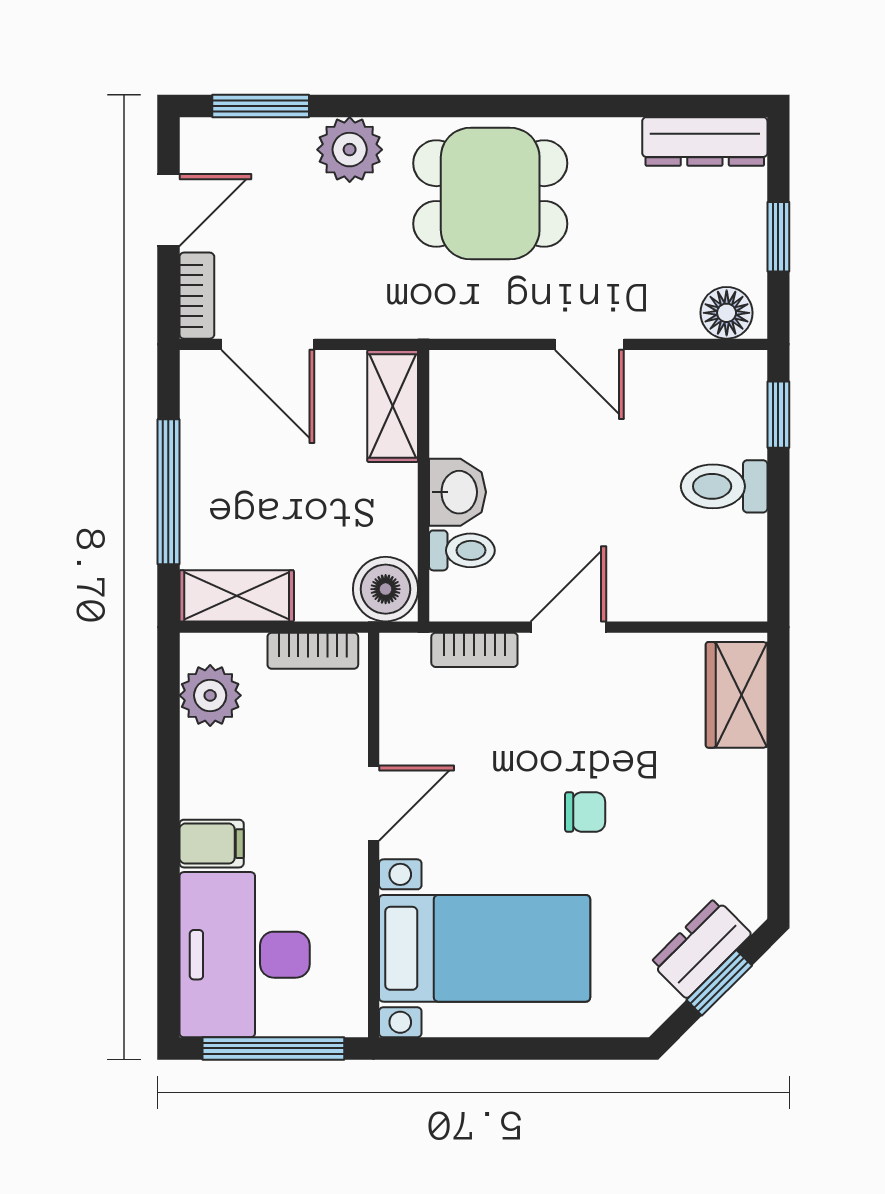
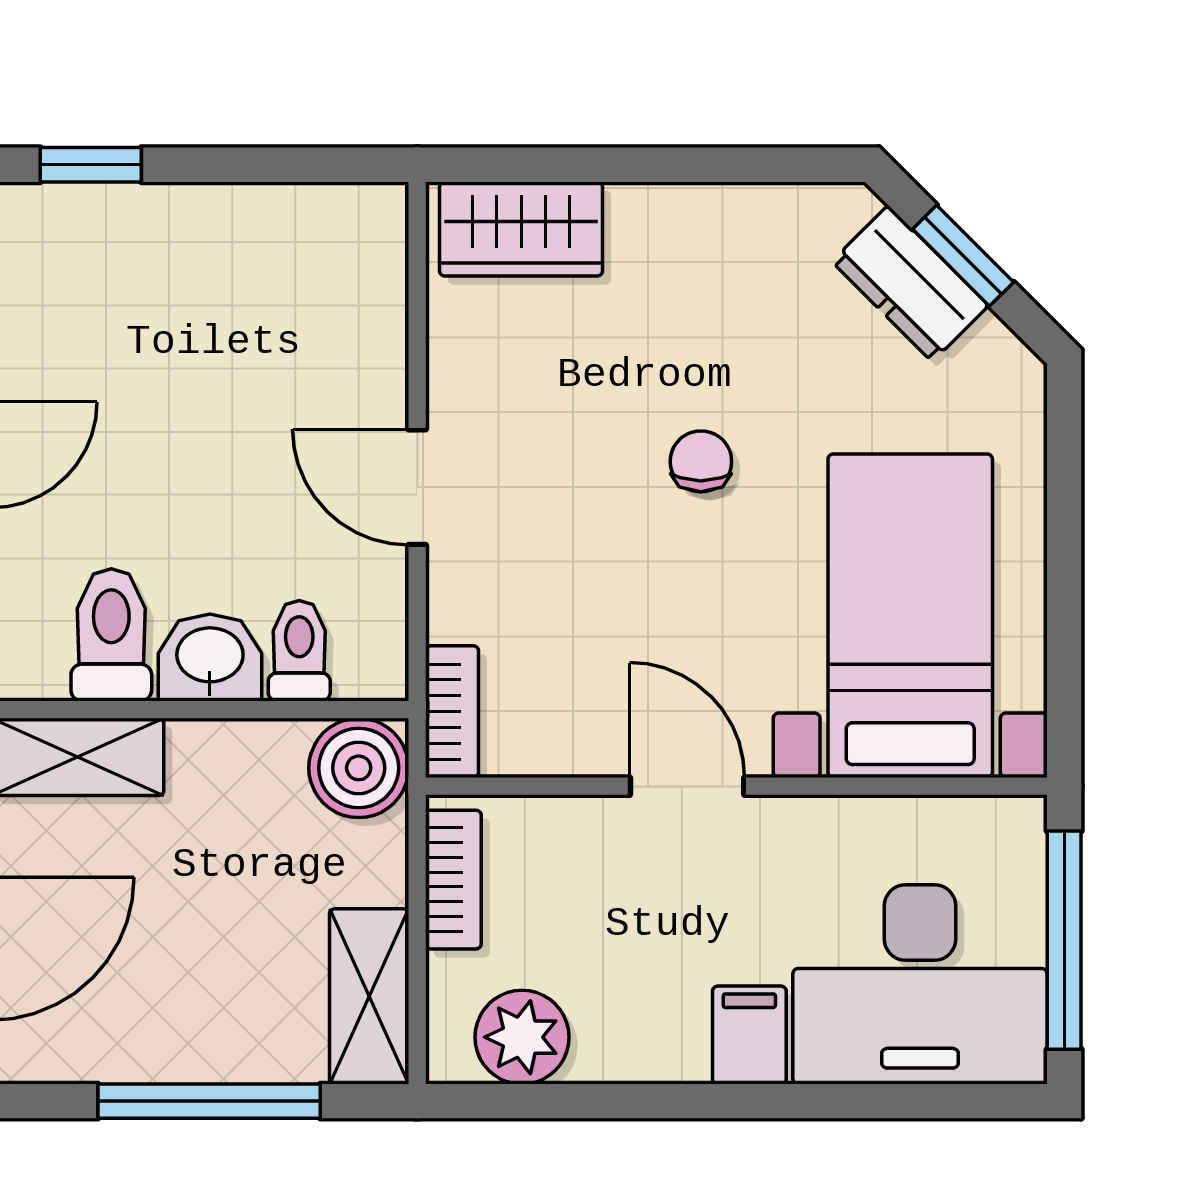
toilet: (724, 486) -> (111, 635), moved, turned 180
bookcase: (474, 650) -> (452, 712), moved

